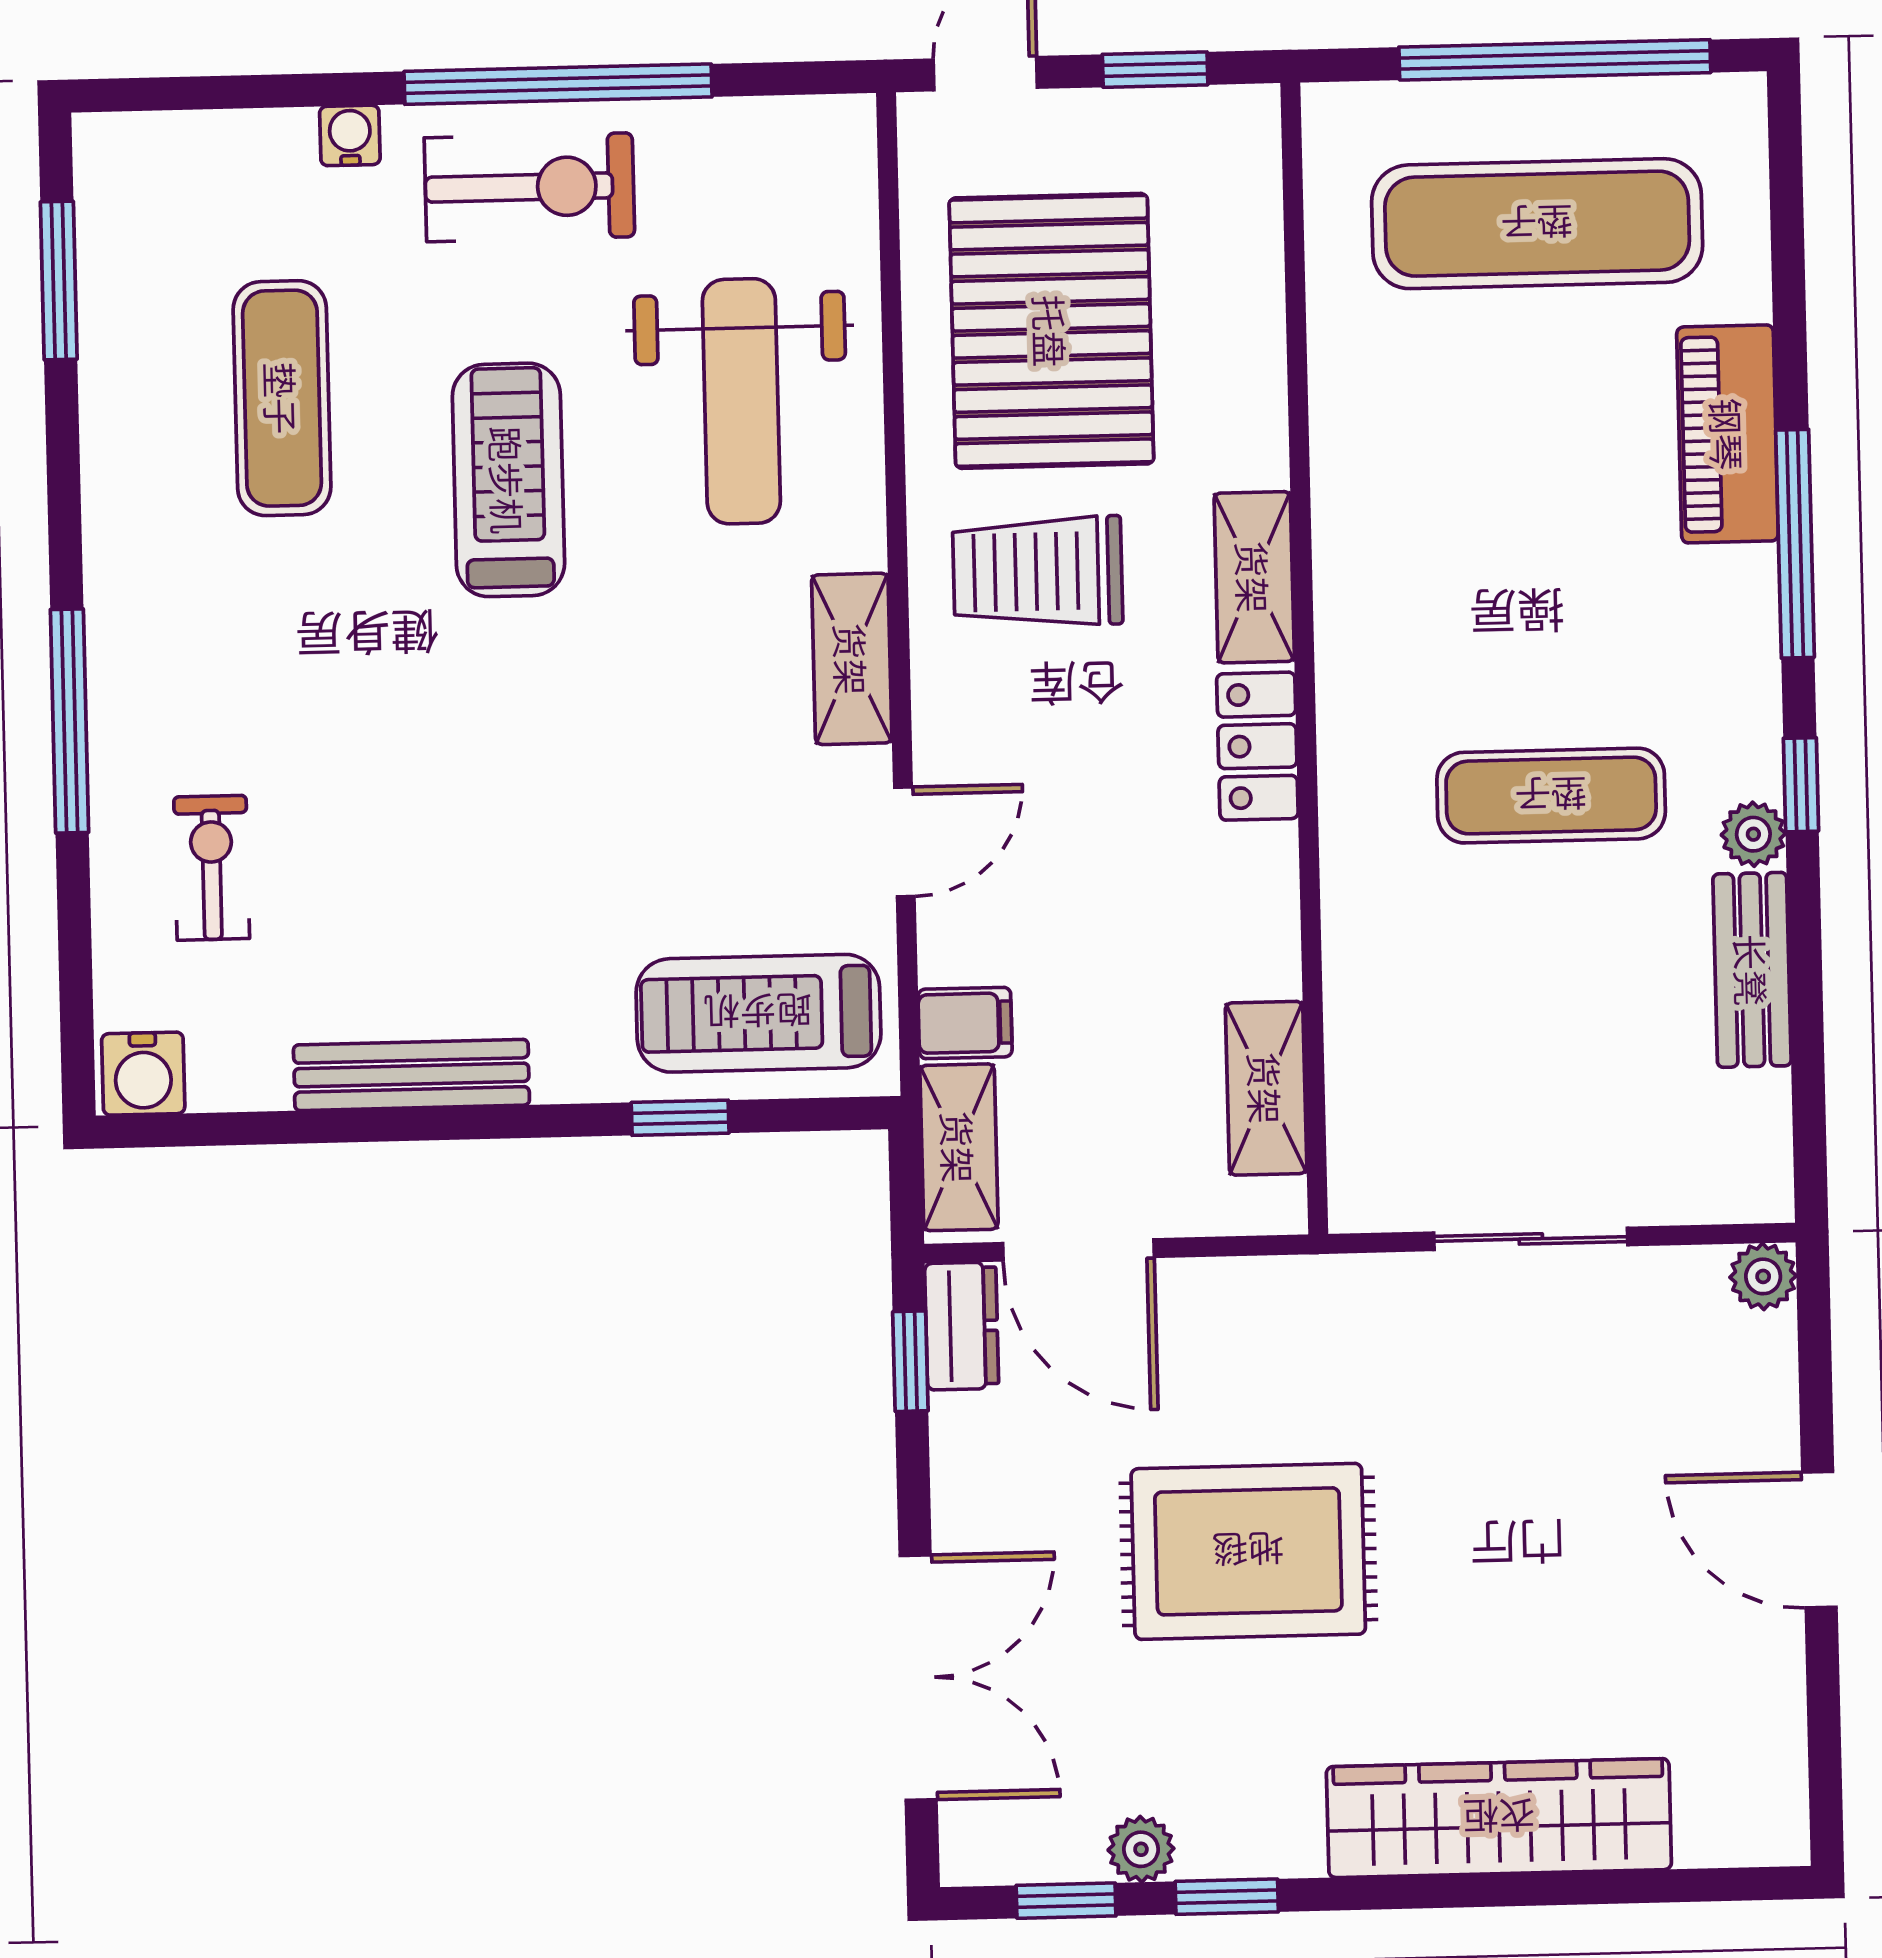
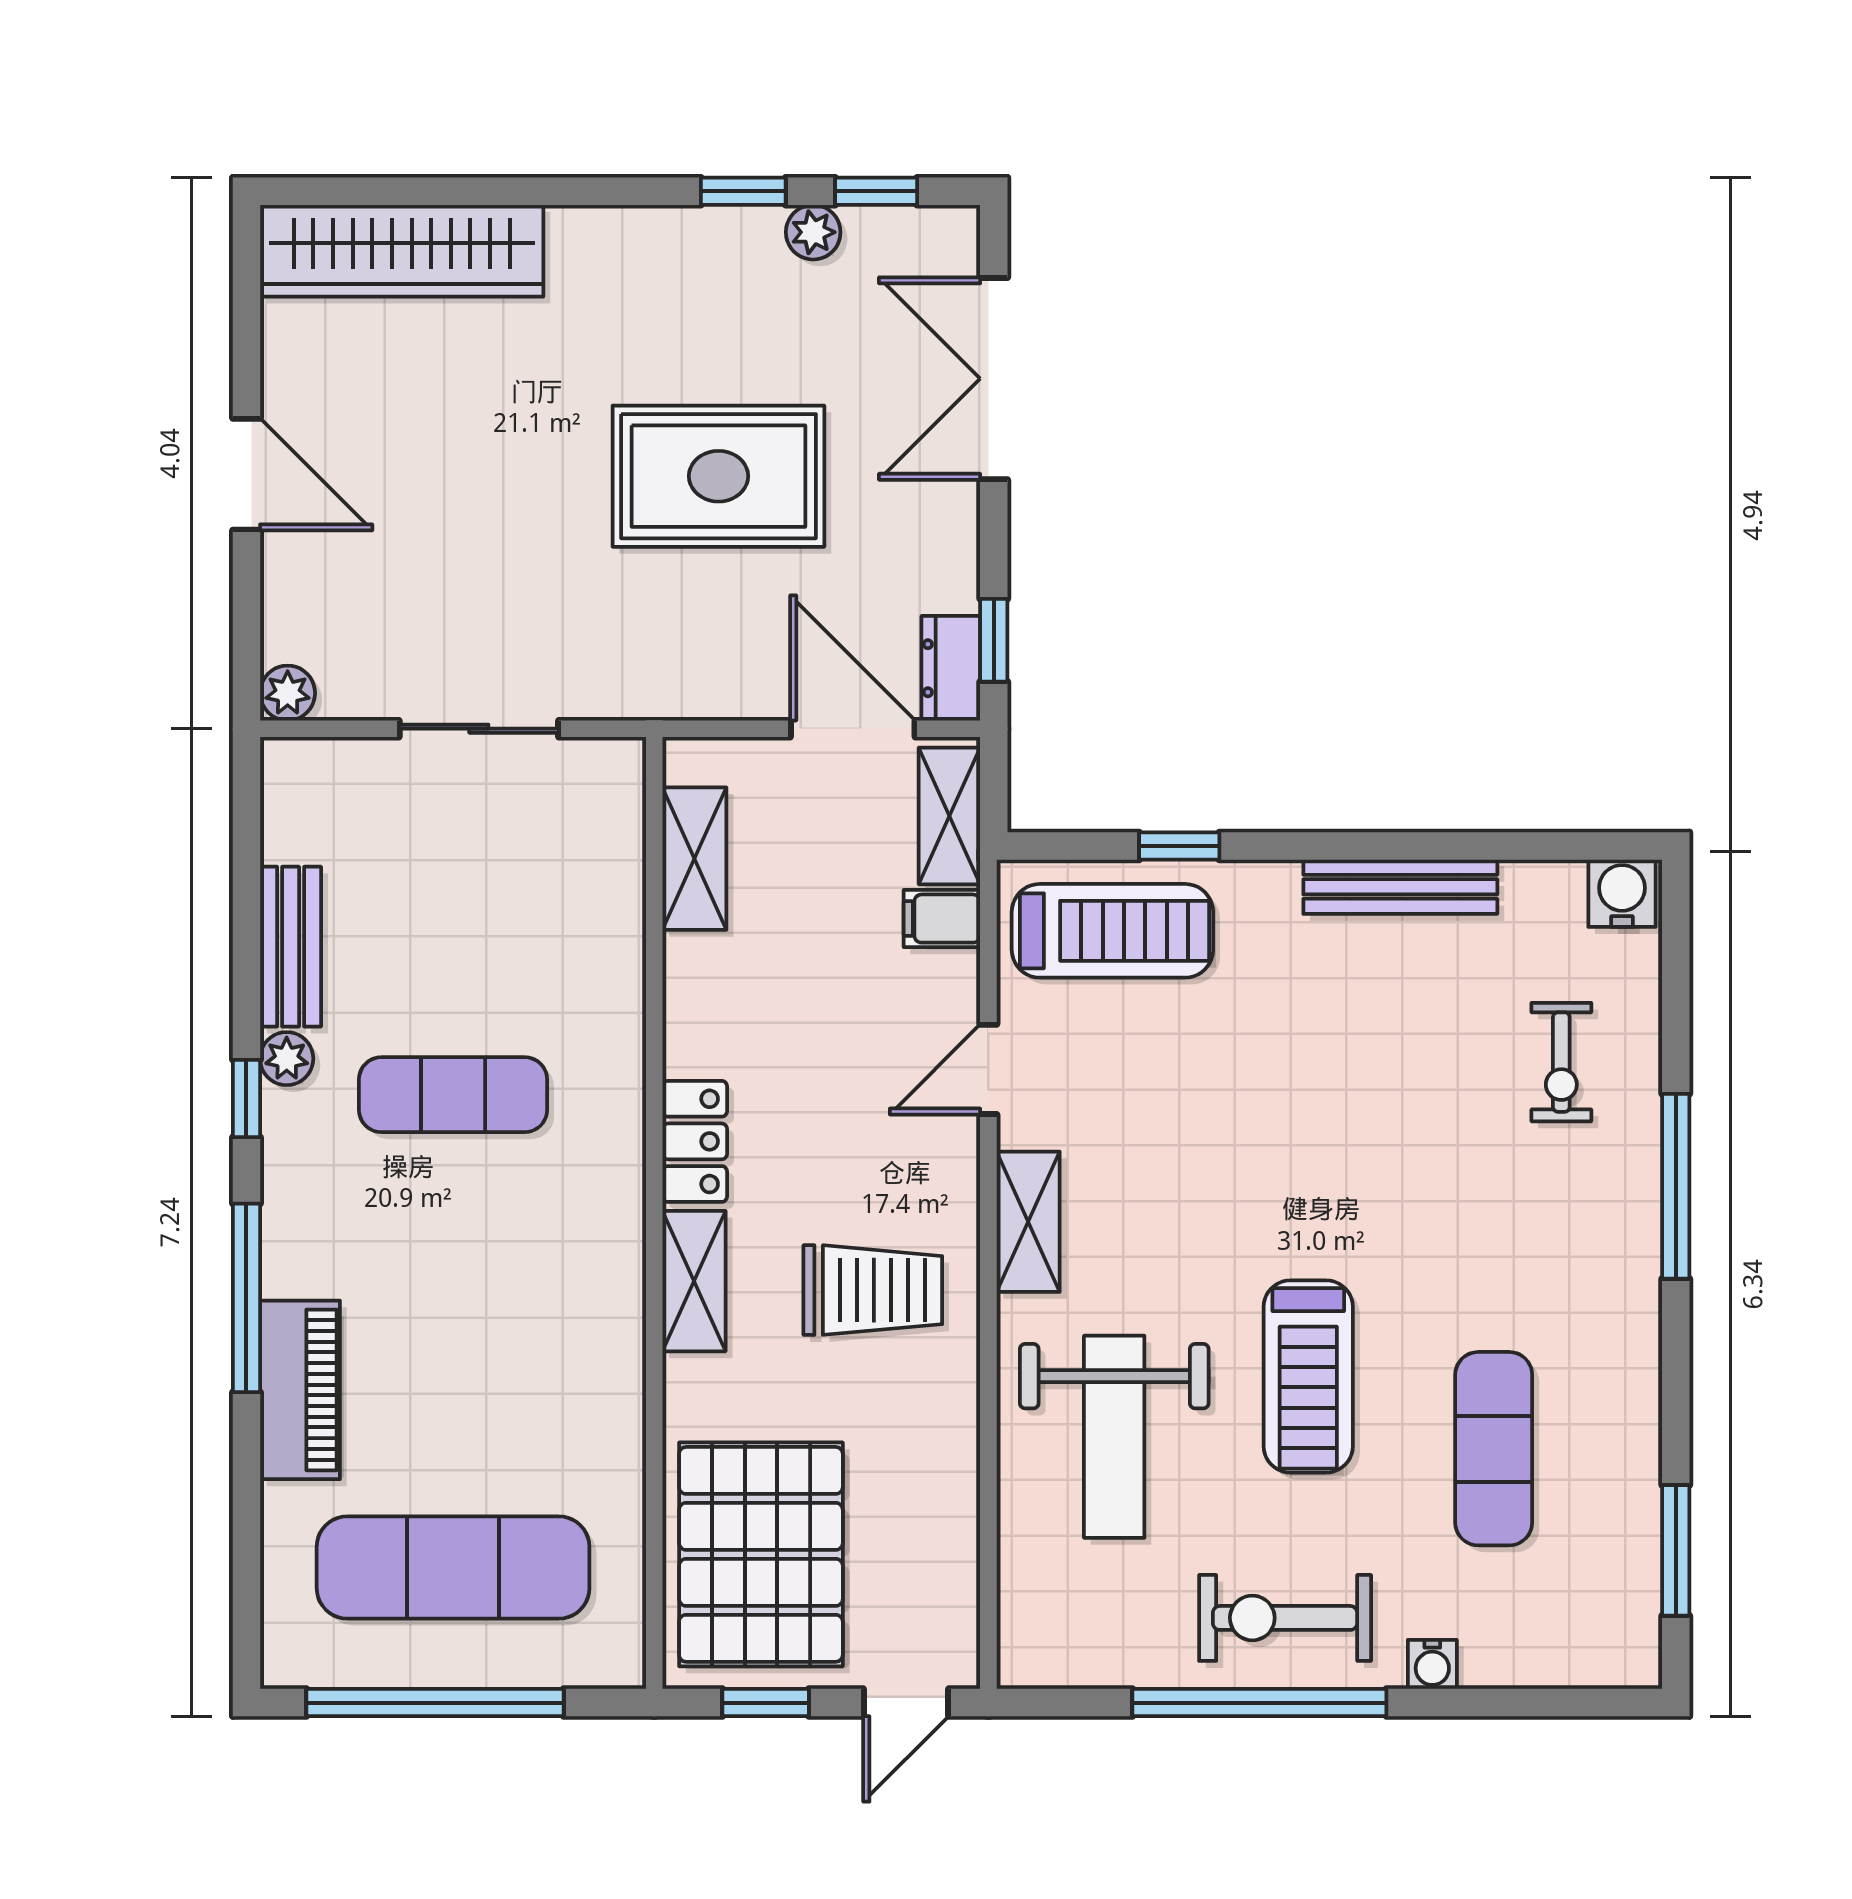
pallet: (1051, 331) -> (761, 1554), moved
weight bench: (741, 401) -> (1114, 1437), turned 180
wardrobe: (1499, 1818) -> (402, 251), moved

